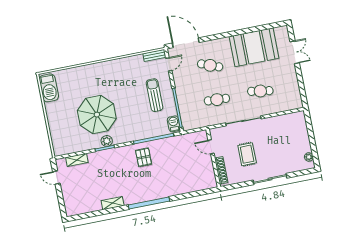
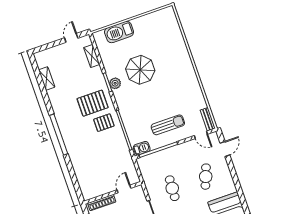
door: (186, 43) -> (225, 149), width x0.53
barbecue: (49, 88) -> (119, 32), moved
parasol: (97, 115) -> (140, 70), width x0.73, depth x0.73
pallet: (123, 166) -> (93, 103), added
shelving: (113, 203) -> (47, 79), moved

